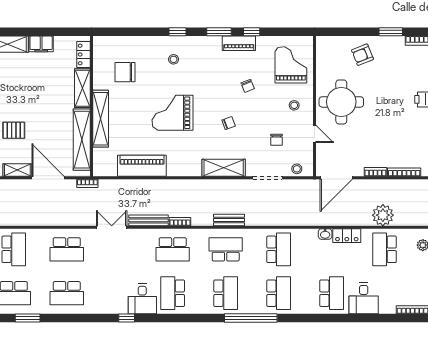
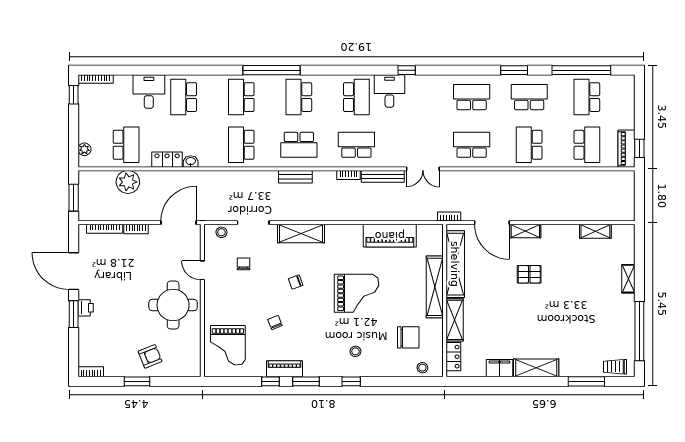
window: (391, 32) -> (137, 381), moved
stool: (294, 105) -> (422, 368), moved

